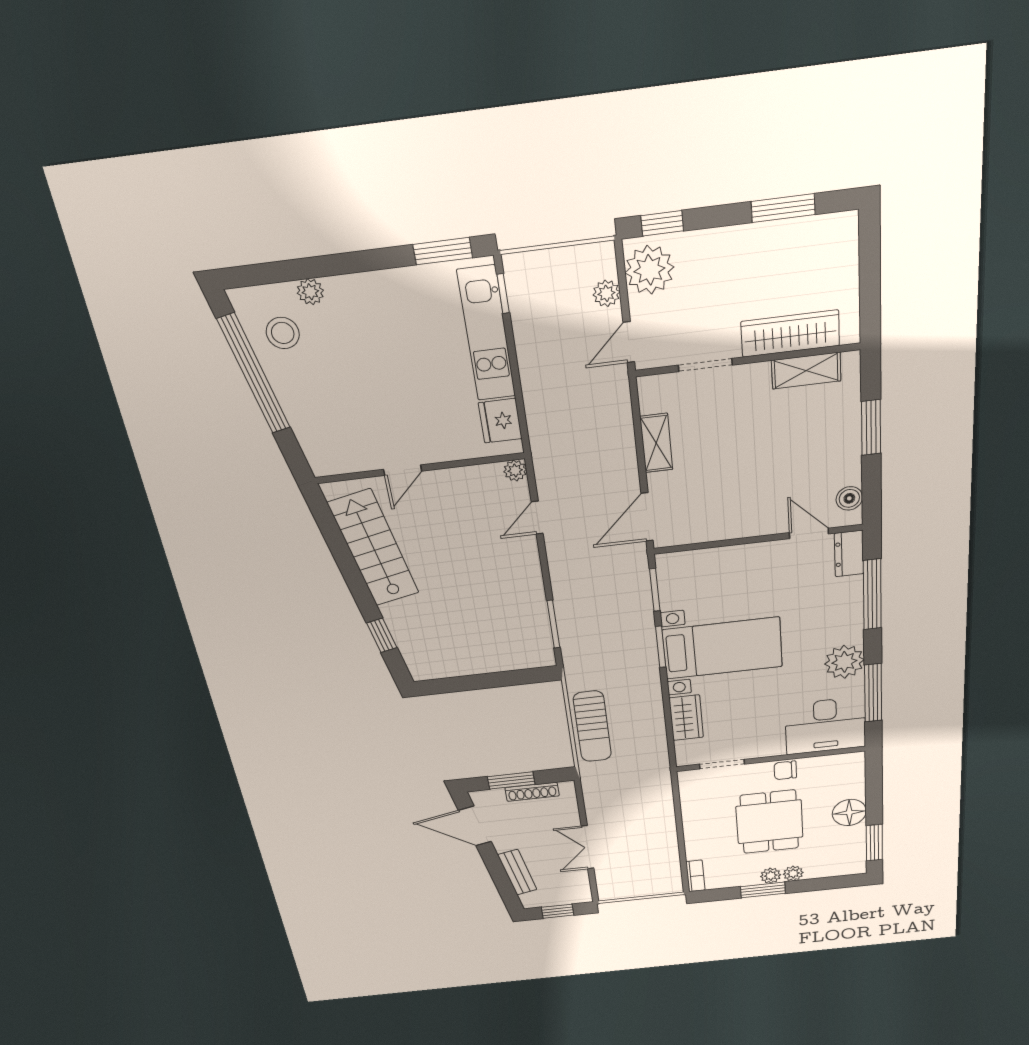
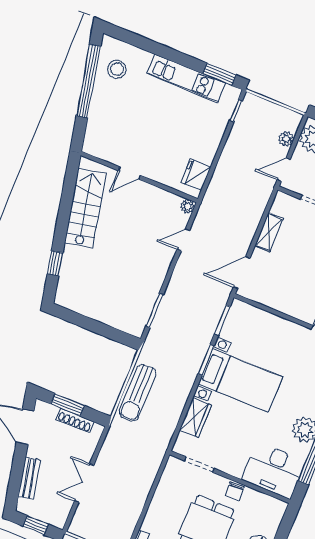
plant: (310, 292) -> (144, 57), removed
kitchen unit: (487, 334) -> (186, 78), moved, turned -90
chair: (785, 770) -> (235, 491), turned -92

